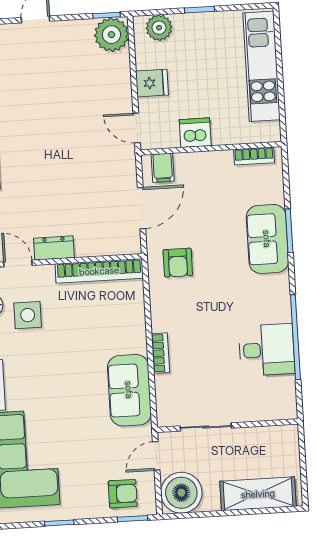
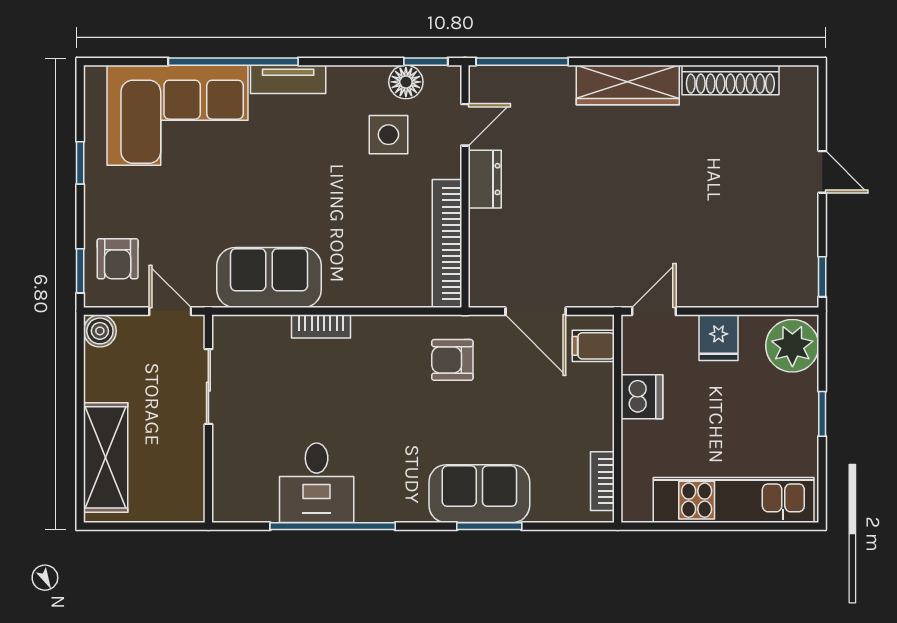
plant: (159, 28) -> (792, 346), width x1.36, depth x1.36
plant: (111, 35) -> (793, 282), removed
boiler: (181, 493) -> (100, 331), width x0.54, depth x0.54

